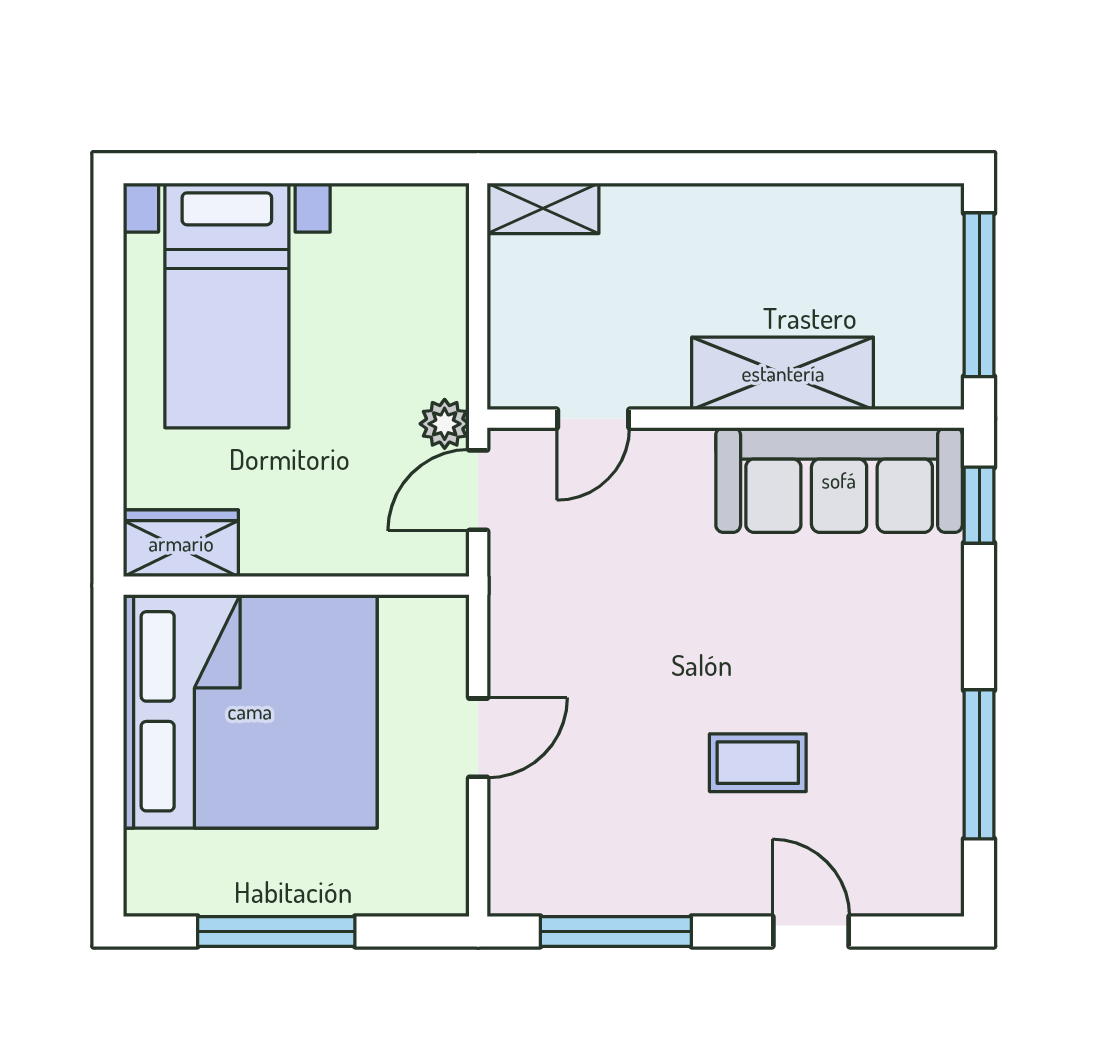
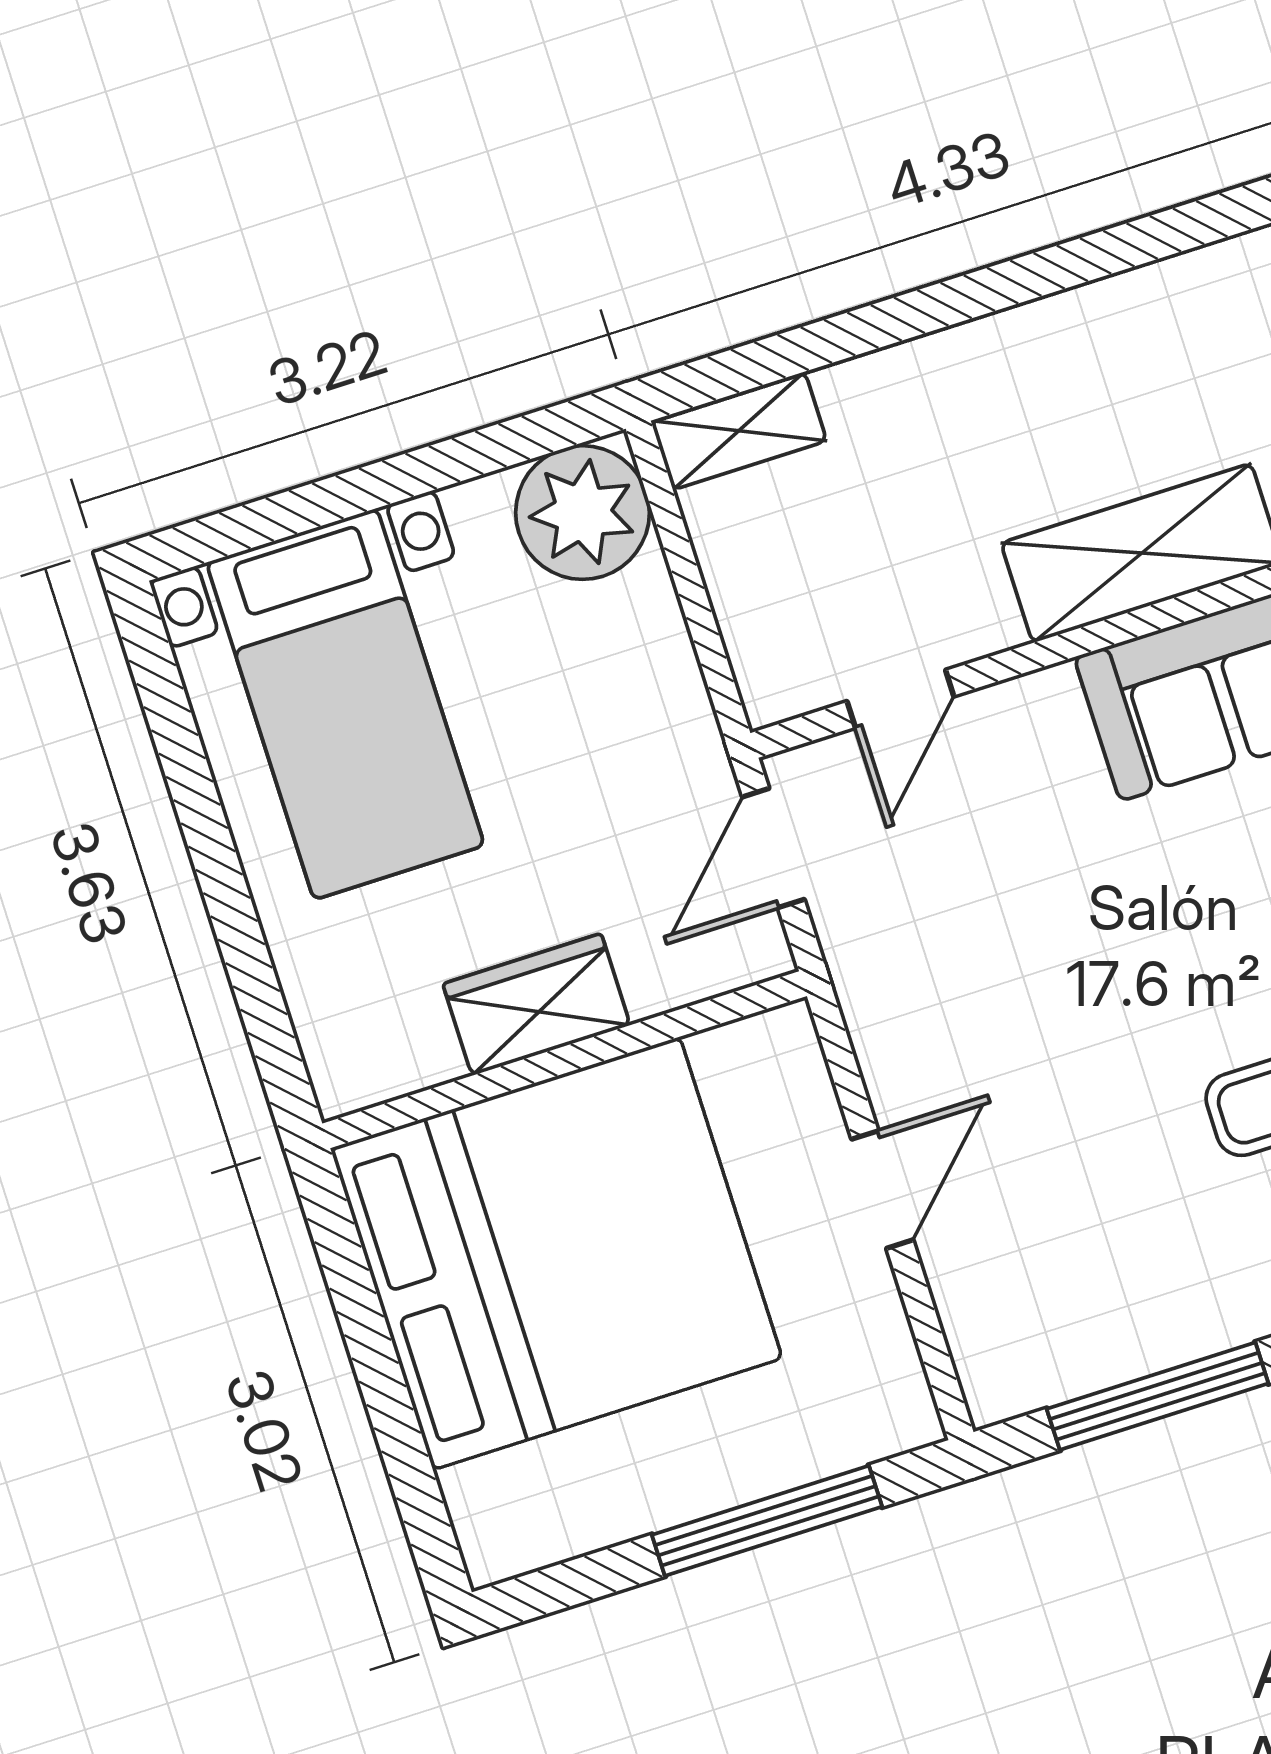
plant: (445, 424) -> (583, 513), moved, width x1.88, depth x1.88
wardrobe: (181, 543) -> (536, 1004), moved
window: (276, 931) -> (767, 1521), moved

